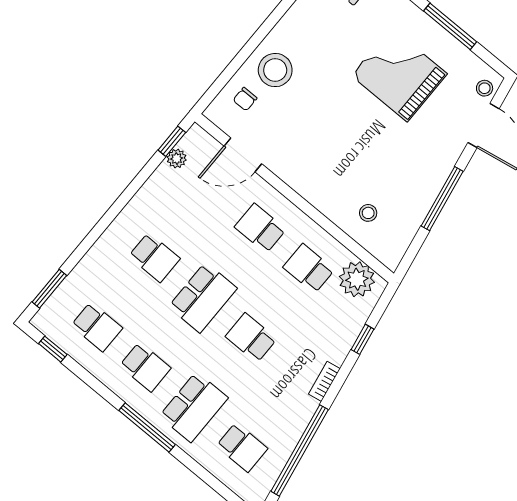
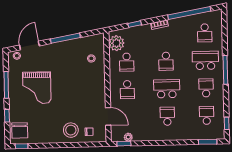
school desk: (242, 447) -> (205, 33), turned 180

